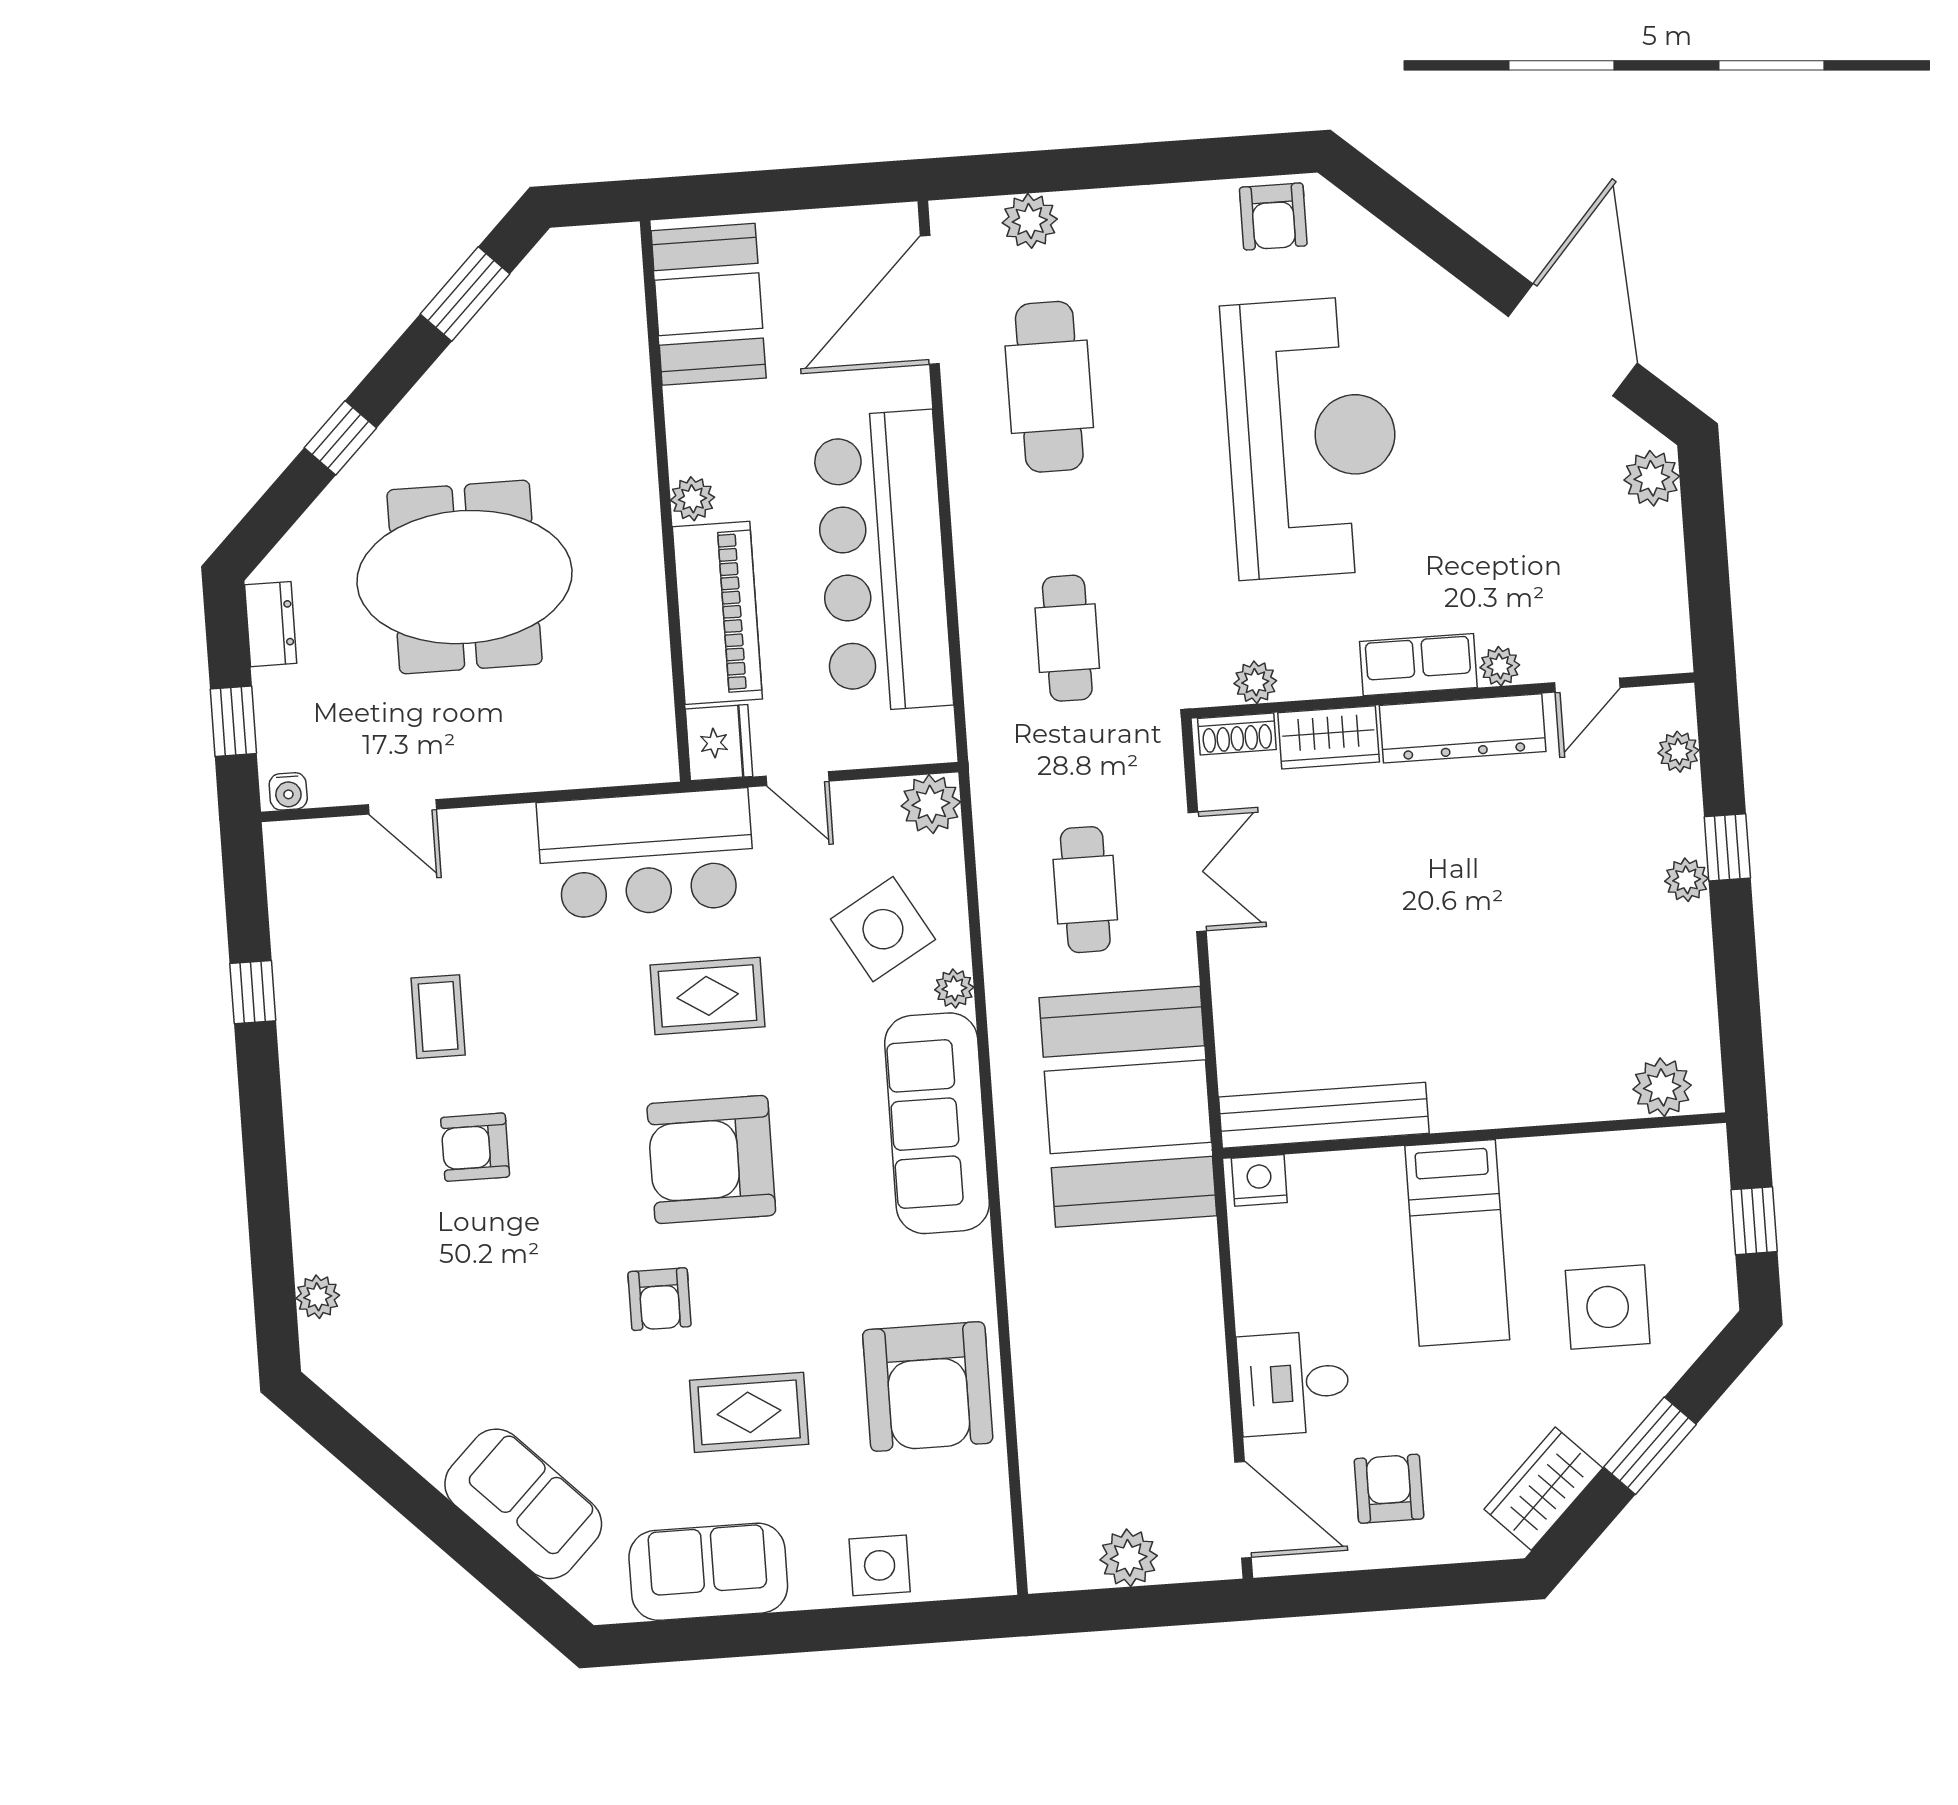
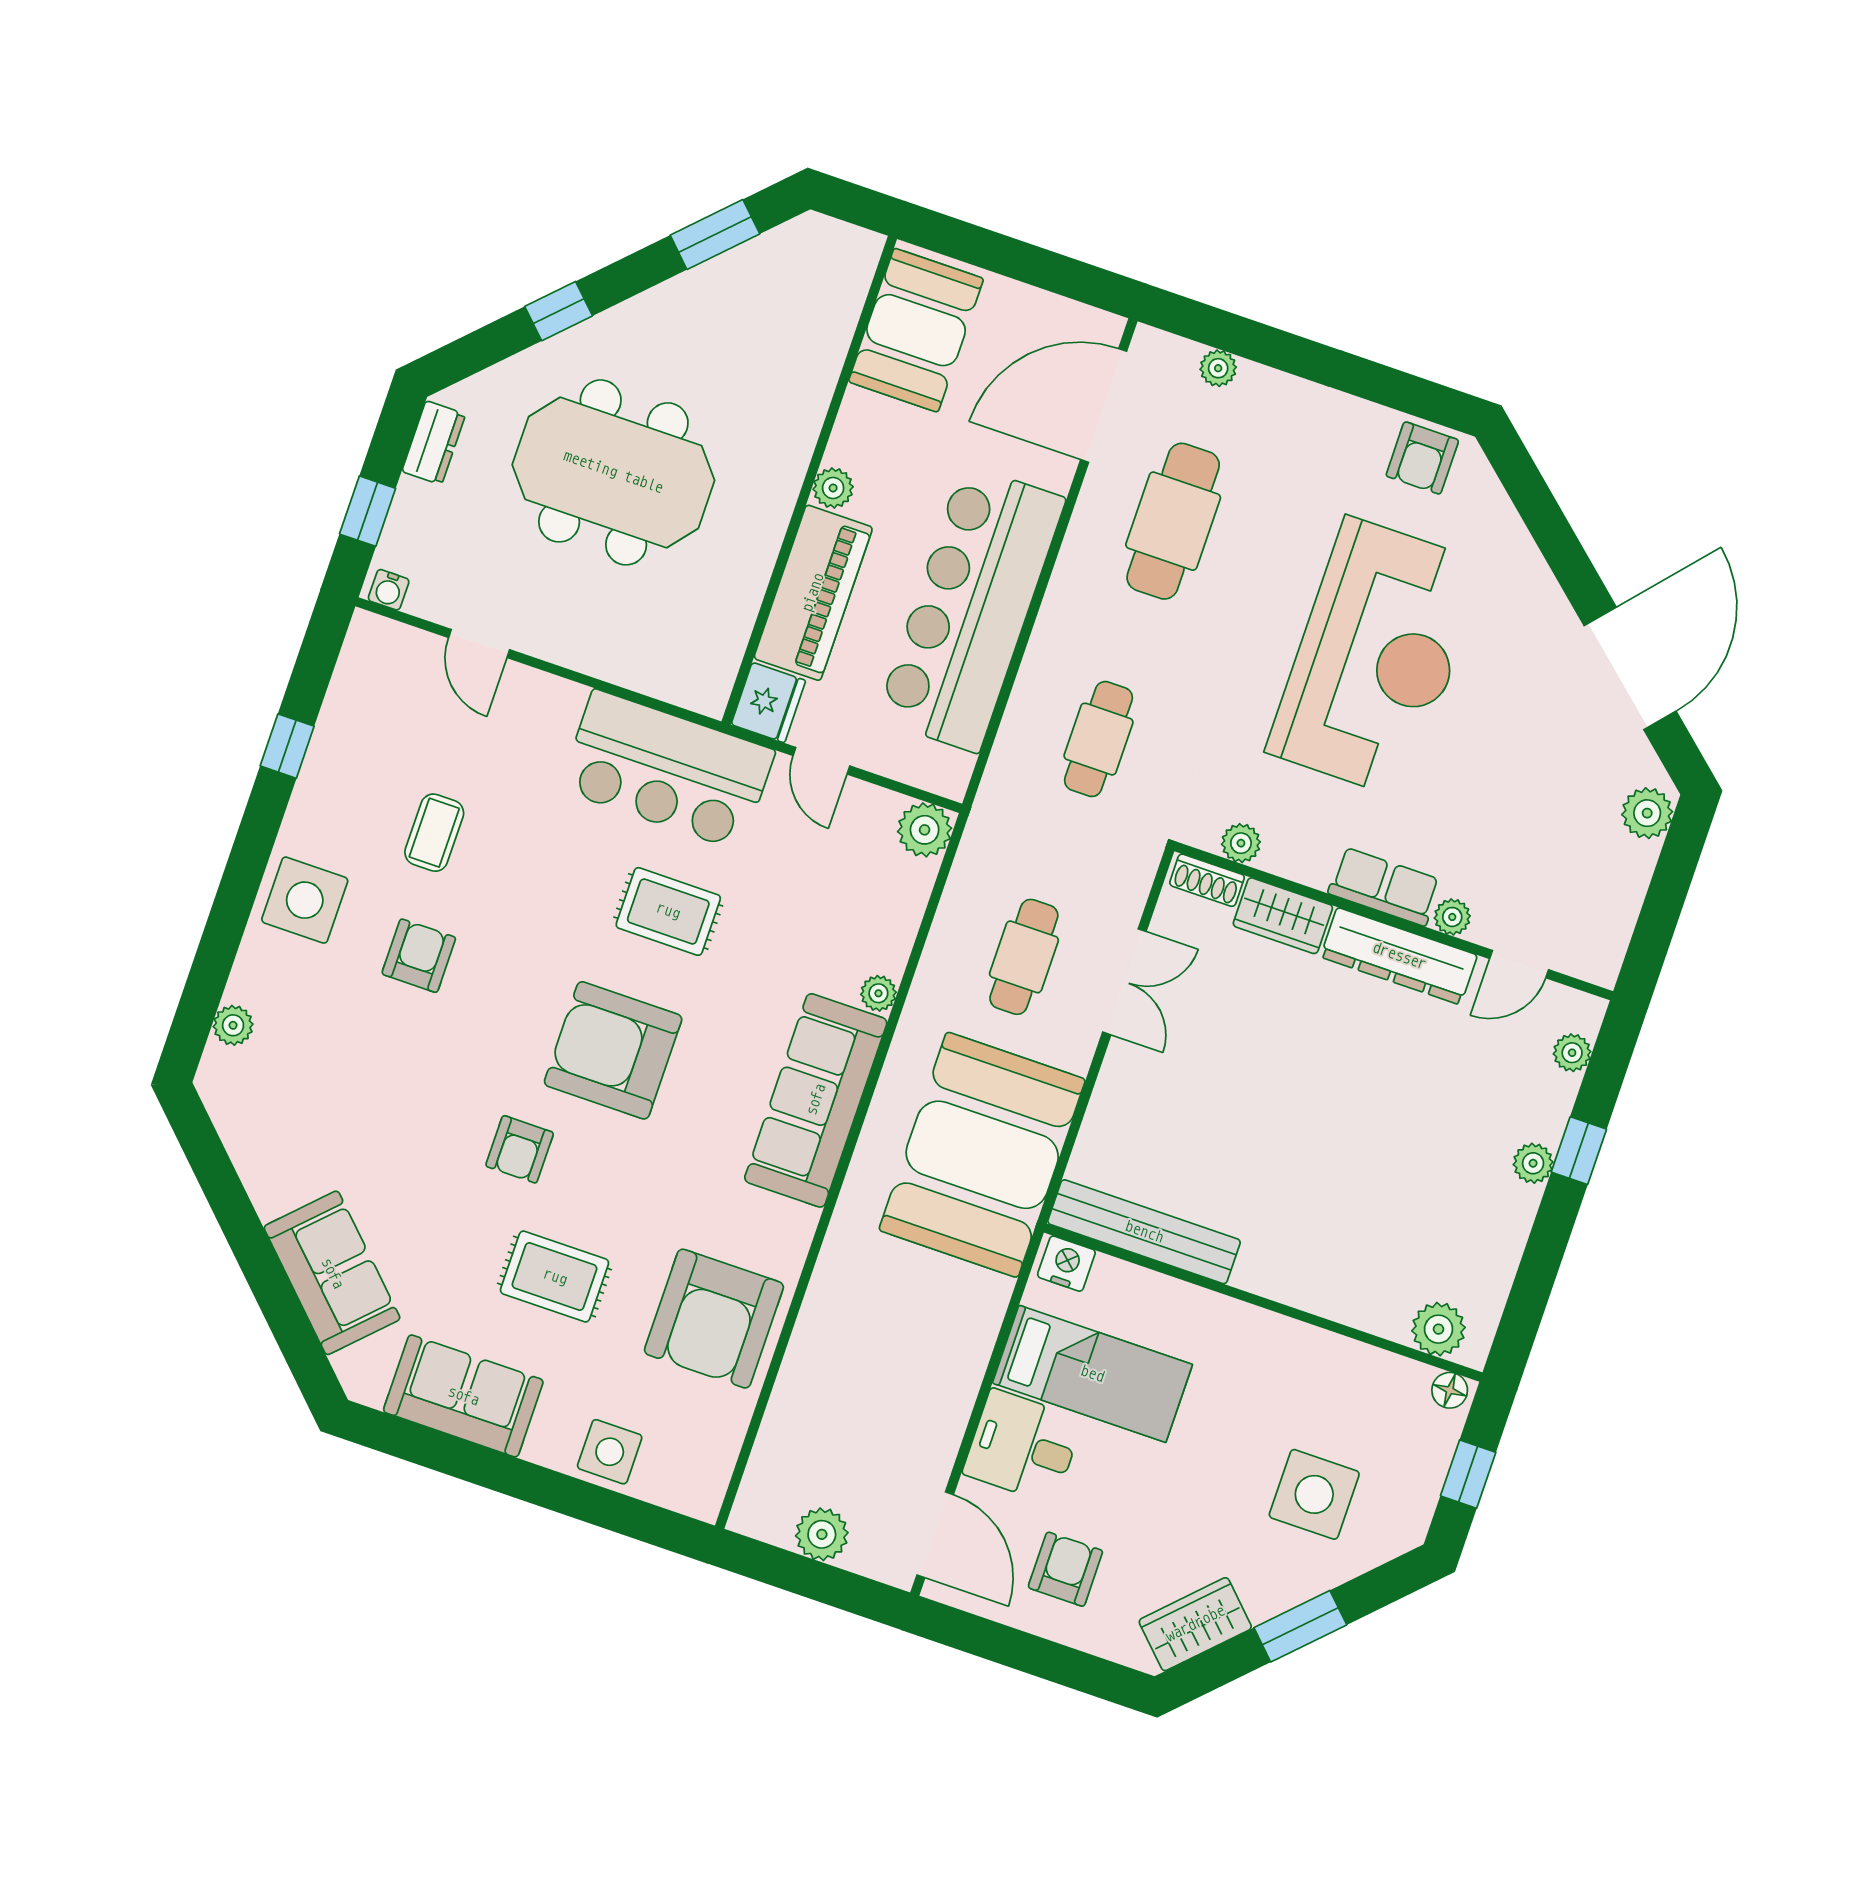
plant: (1030, 221) -> (1218, 368), width x0.73, depth x0.73
side table: (883, 929) -> (305, 900), moved, turned 30
floor lamp: (1700, 1144) -> (1450, 1390), added
armchair: (475, 1147) -> (419, 956), turned 90
bed: (1457, 1243) -> (1092, 1374), moved, turned -90

